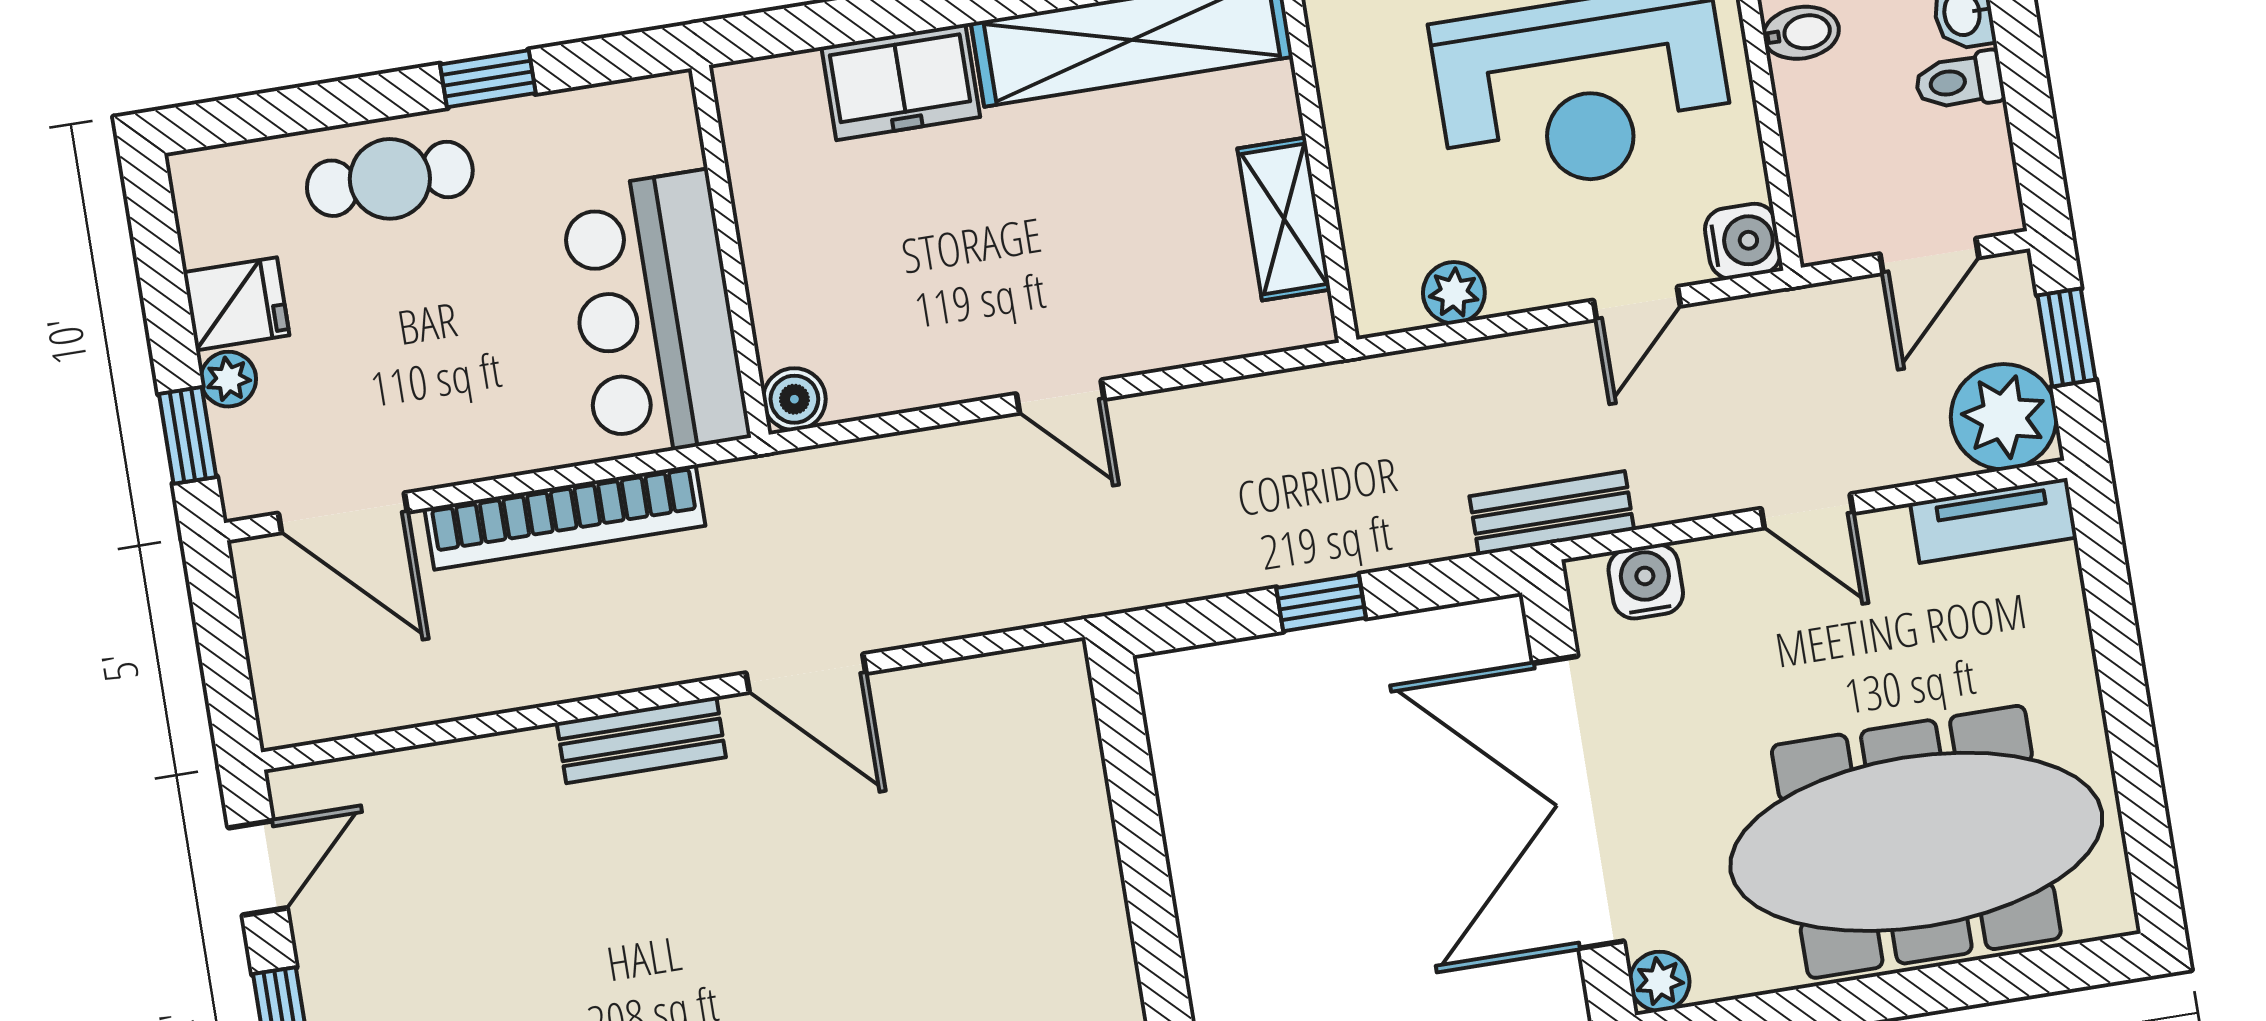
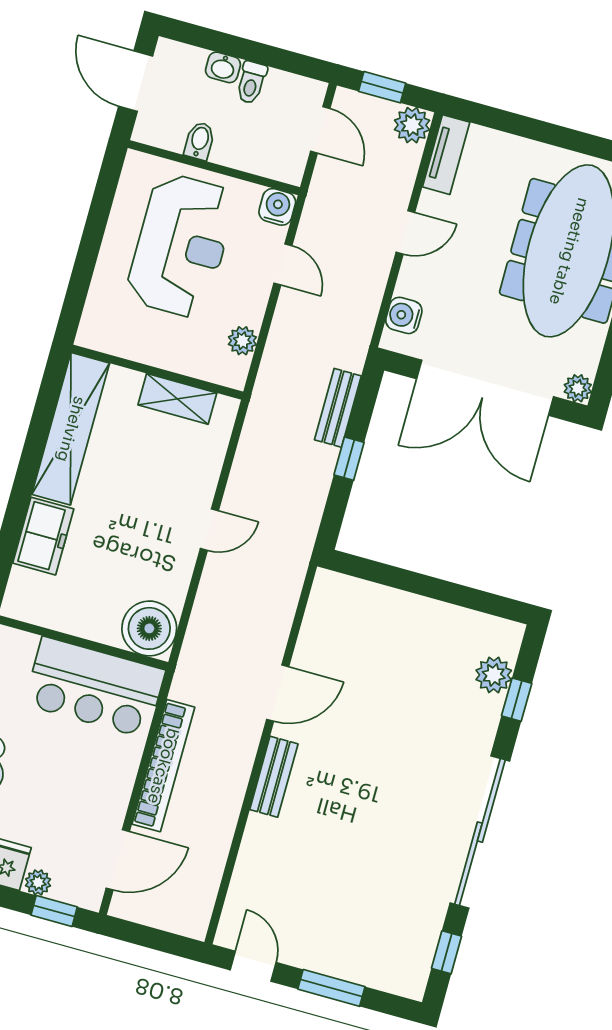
boiler: (794, 399) -> (149, 628), width x1.86, depth x1.86
plant: (2004, 417) -> (412, 125), width x0.73, depth x0.73
bench: (1552, 513) -> (338, 408), moved

